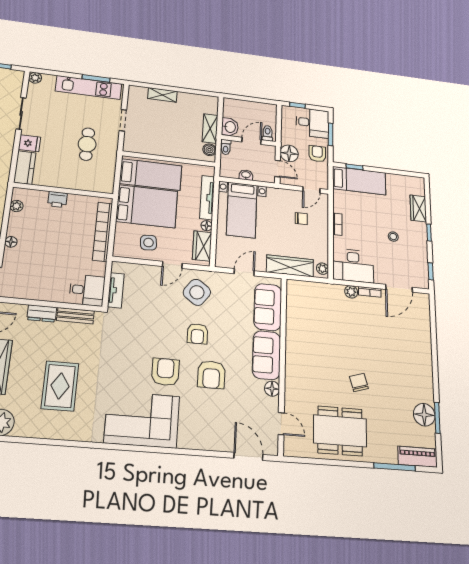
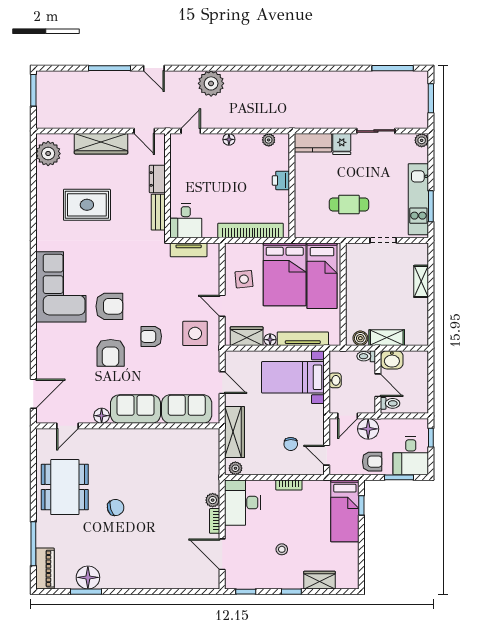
side table: (197, 292) -> (195, 333), turned -36
armchair: (211, 375) -> (111, 353), turned -90

